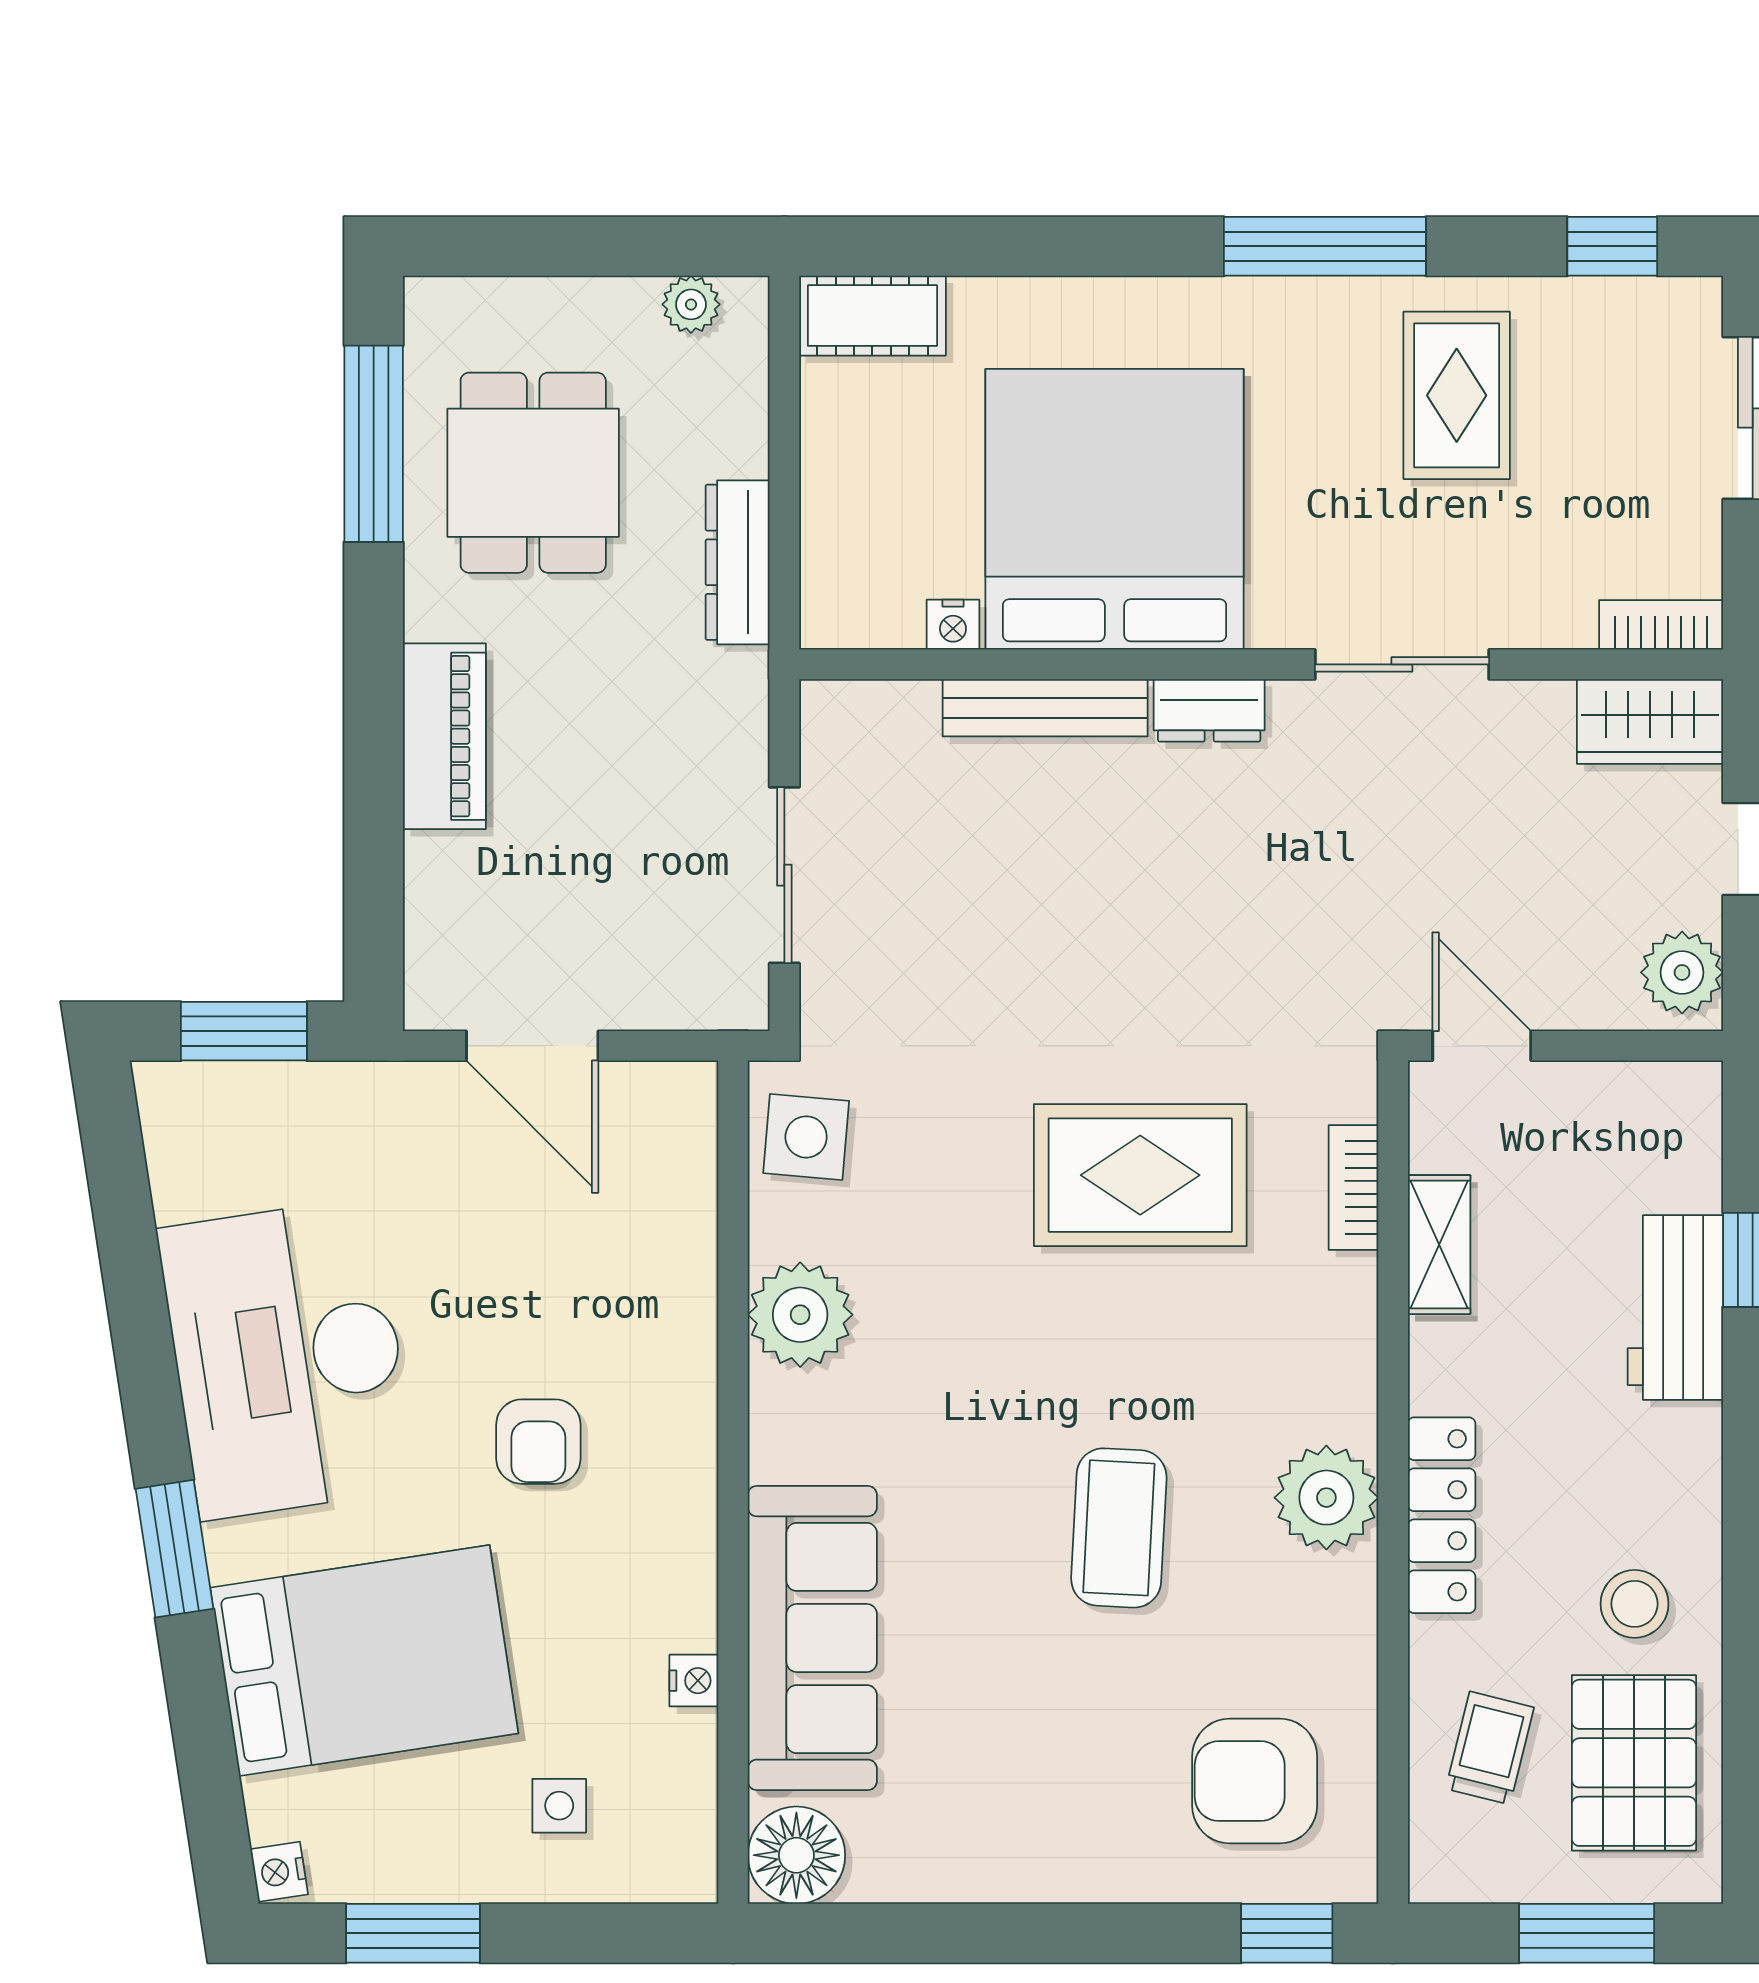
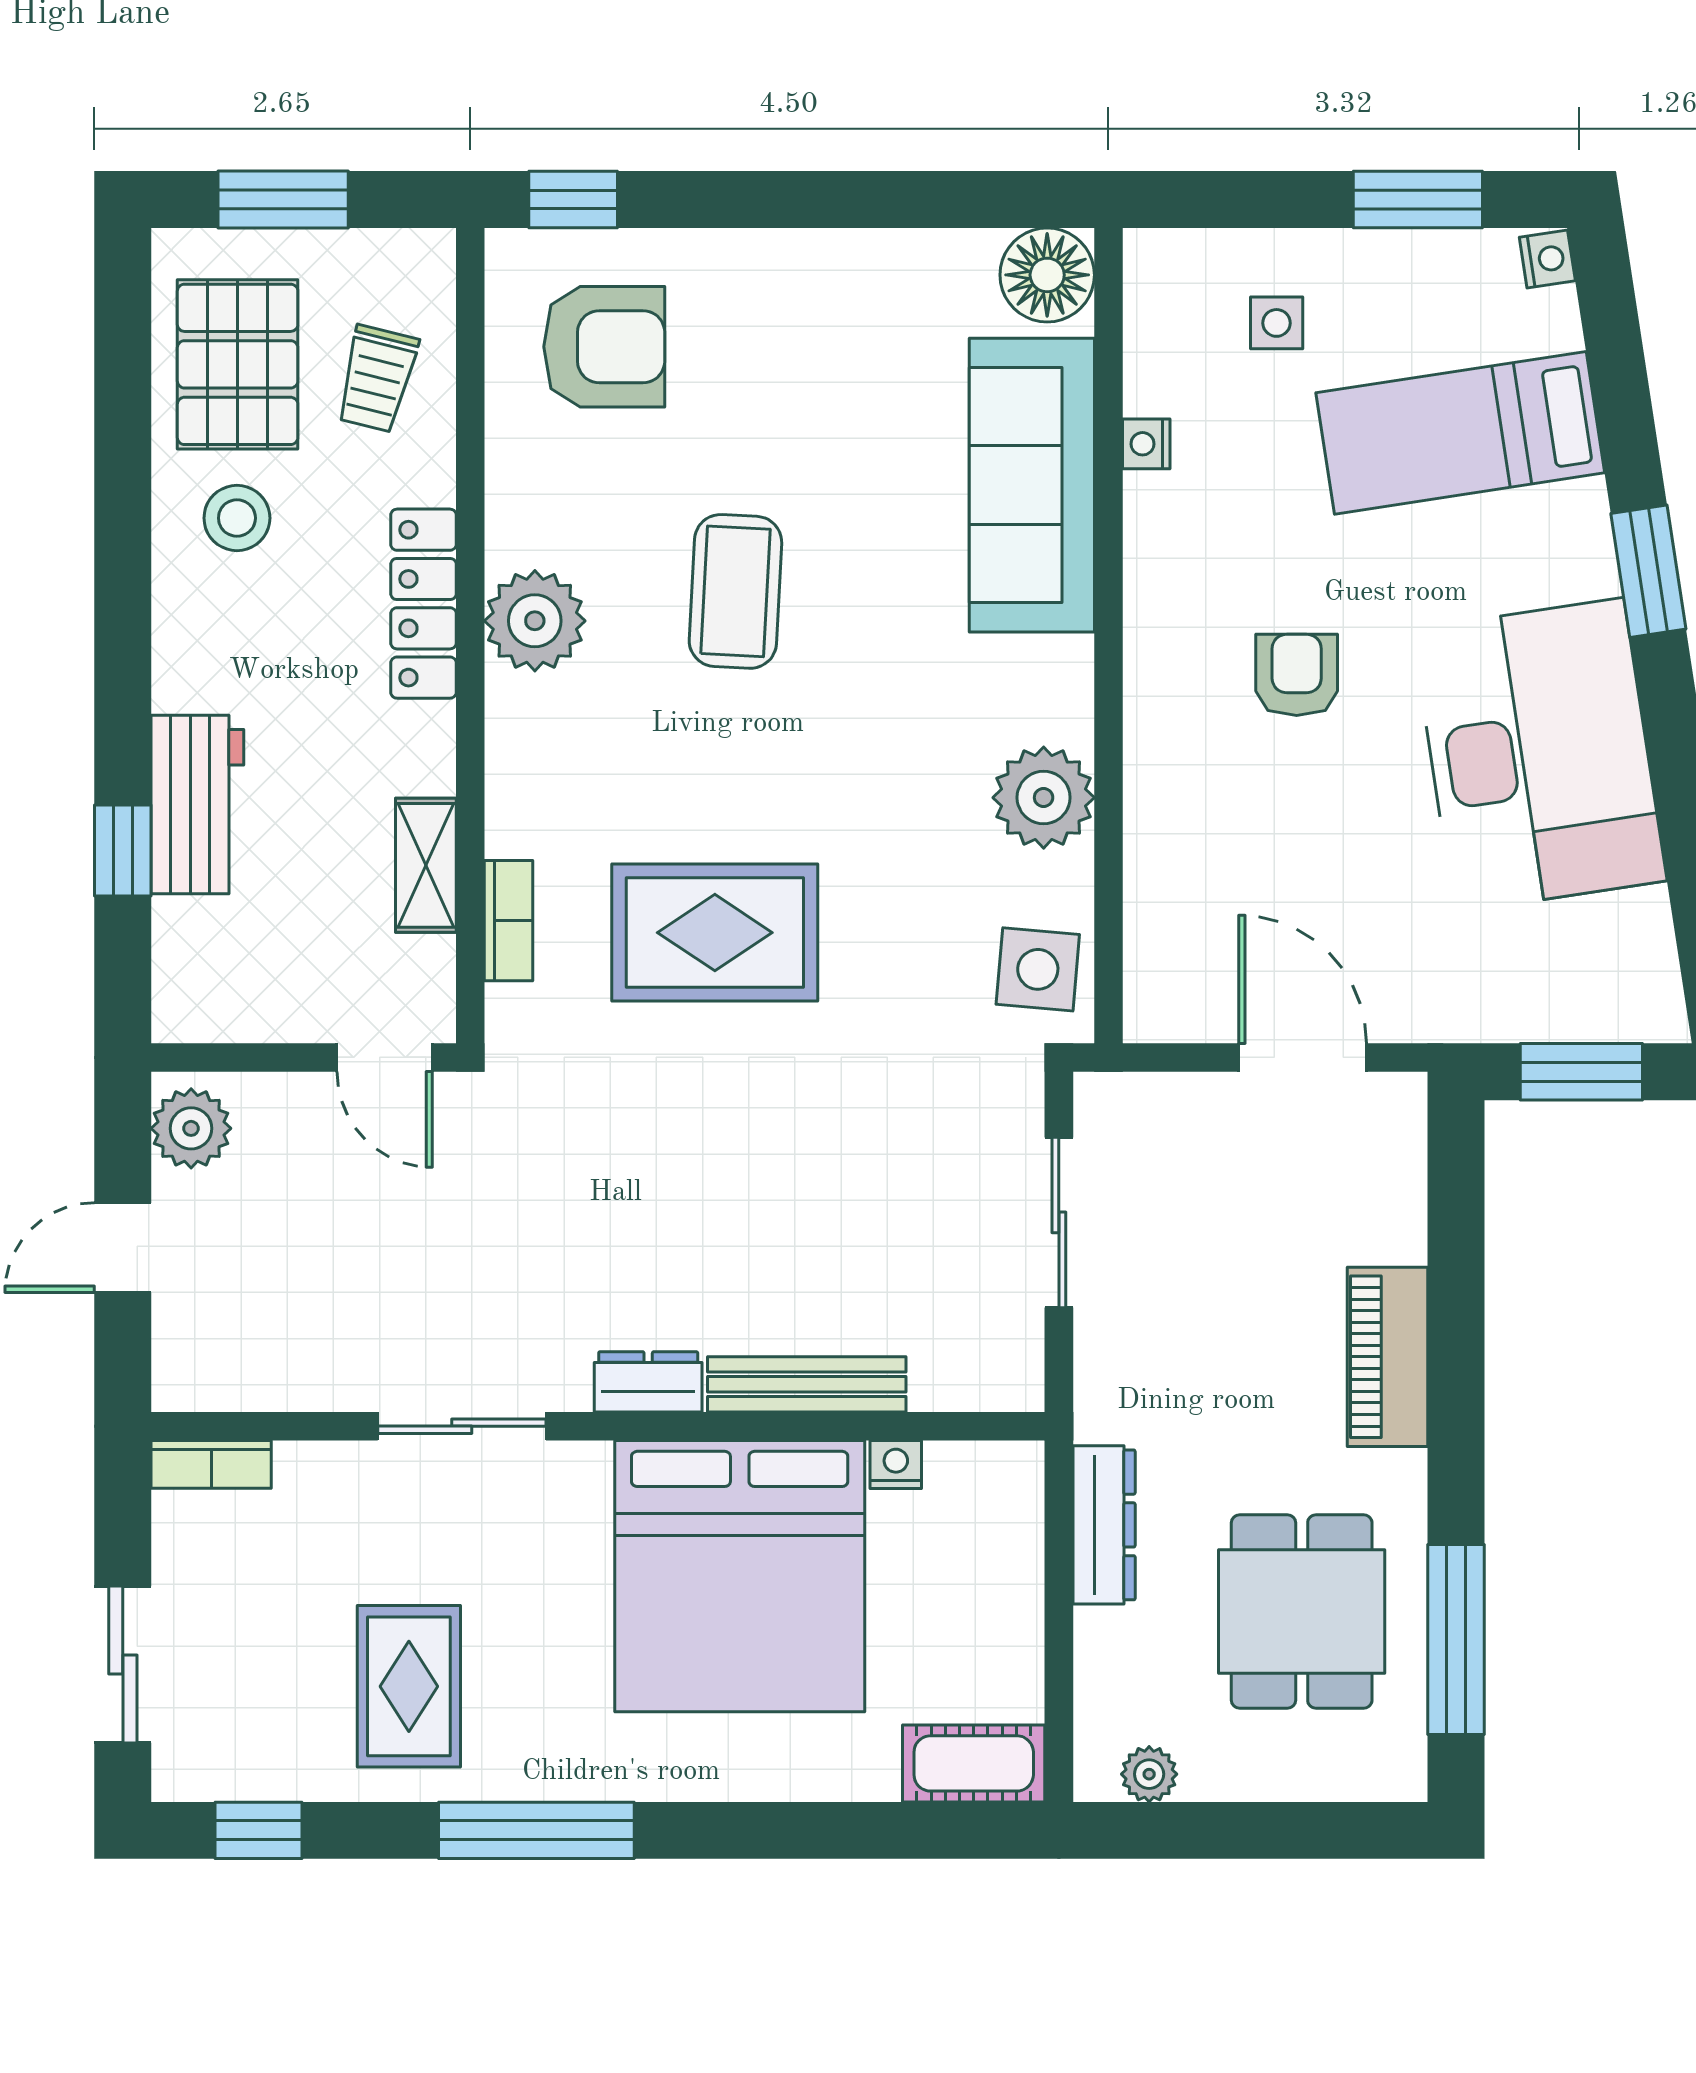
wardrobe: (1650, 721) -> (222, 1371), removed
bed: (364, 1661) -> (1460, 433), width x0.67

